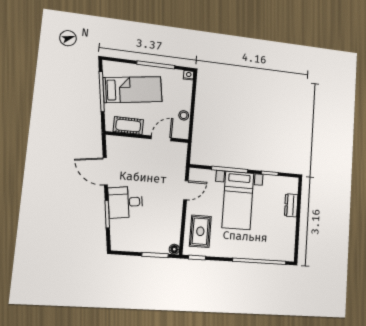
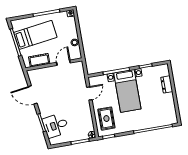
desk: (125, 202) -> (56, 126), moved

